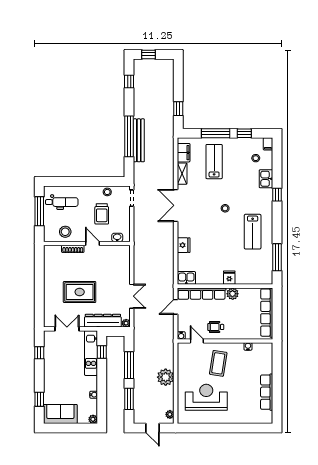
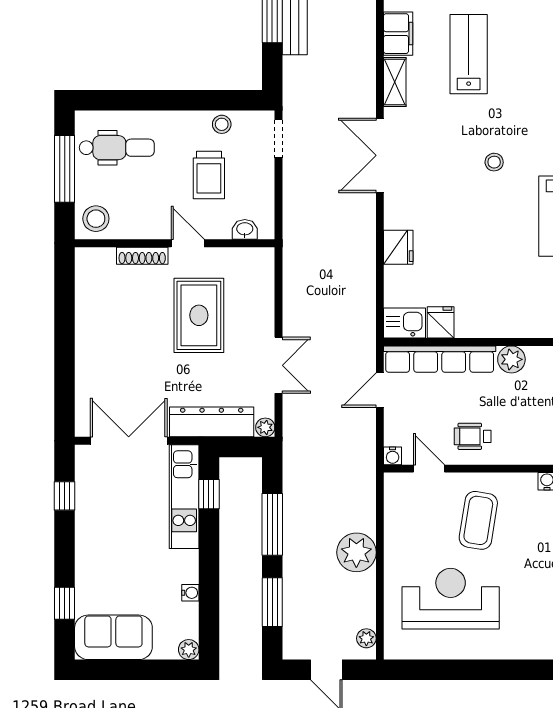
stool: (65, 232) -> (96, 219), moved
fridge: (229, 278) -> (441, 322), moved
rug: (80, 292) -> (199, 315), moved, turned 90
double door: (67, 329) -> (129, 441), width x1.37

